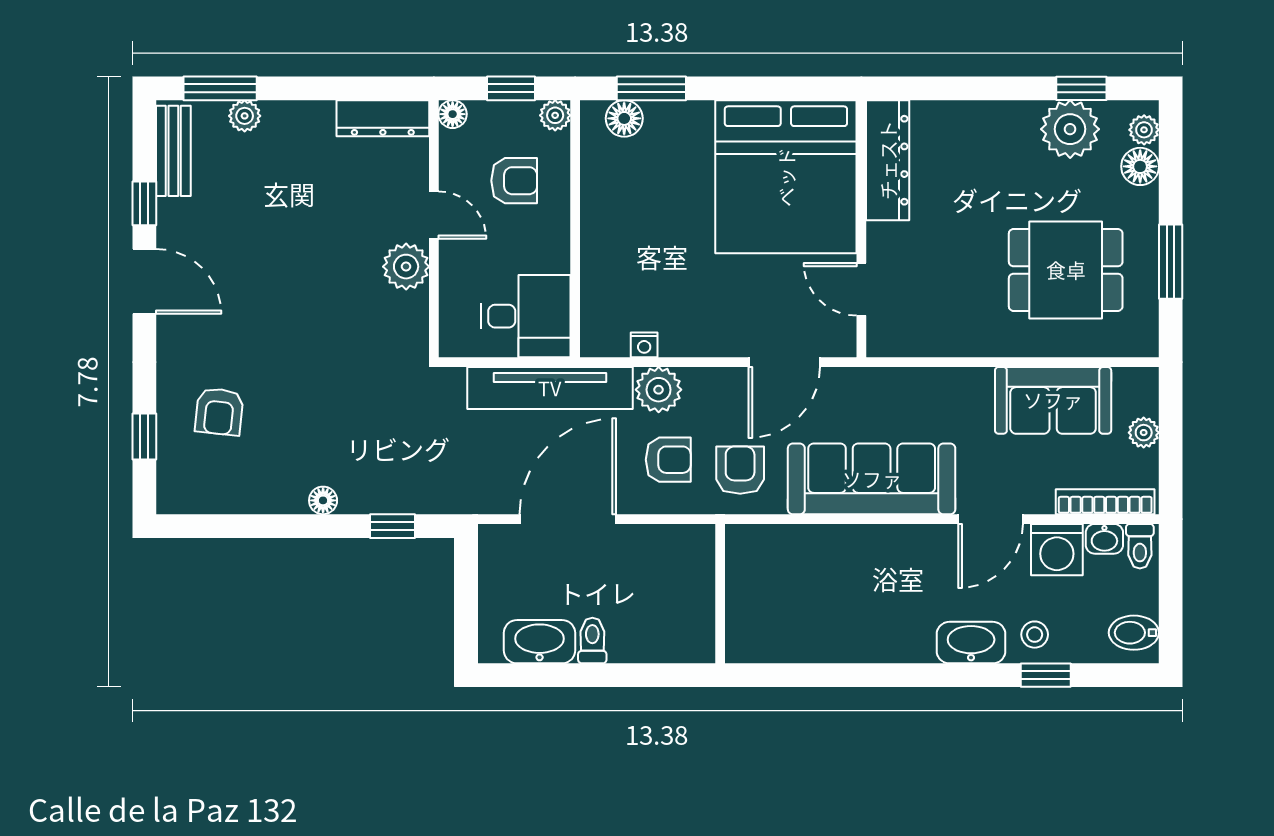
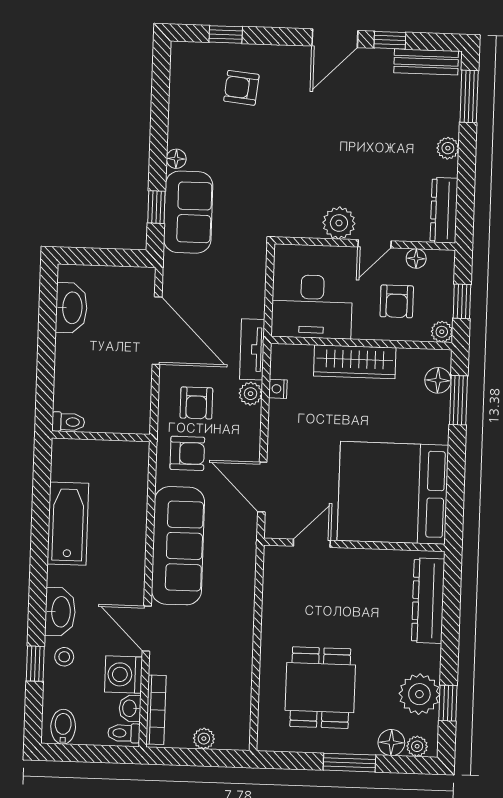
floor lamp: (453, 114) -> (416, 259), moved
plant: (245, 116) -> (448, 148), moved
dresser: (888, 160) -> (428, 601), moved, turned 90
wardrobe: (602, 237) -> (355, 362), added
window: (1171, 262) -> (349, 763), moved
desk: (526, 316) -> (312, 307), width x1.37
tv unit: (550, 388) -> (252, 349), width x0.52, depth x0.78
plant: (659, 390) -> (251, 394), width x0.73, depth x0.73
sofa: (1053, 400) -> (188, 212), moved, turned 180
bathtub: (846, 636) -> (68, 524), added
toilet: (592, 641) -> (68, 422), moved

